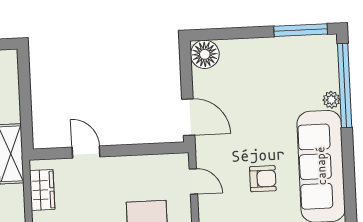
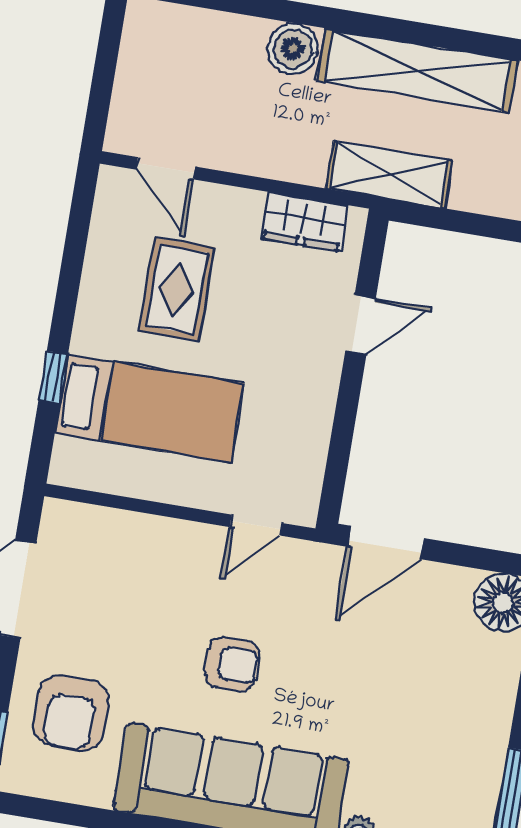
armchair: (263, 179) -> (232, 664), turned -90

